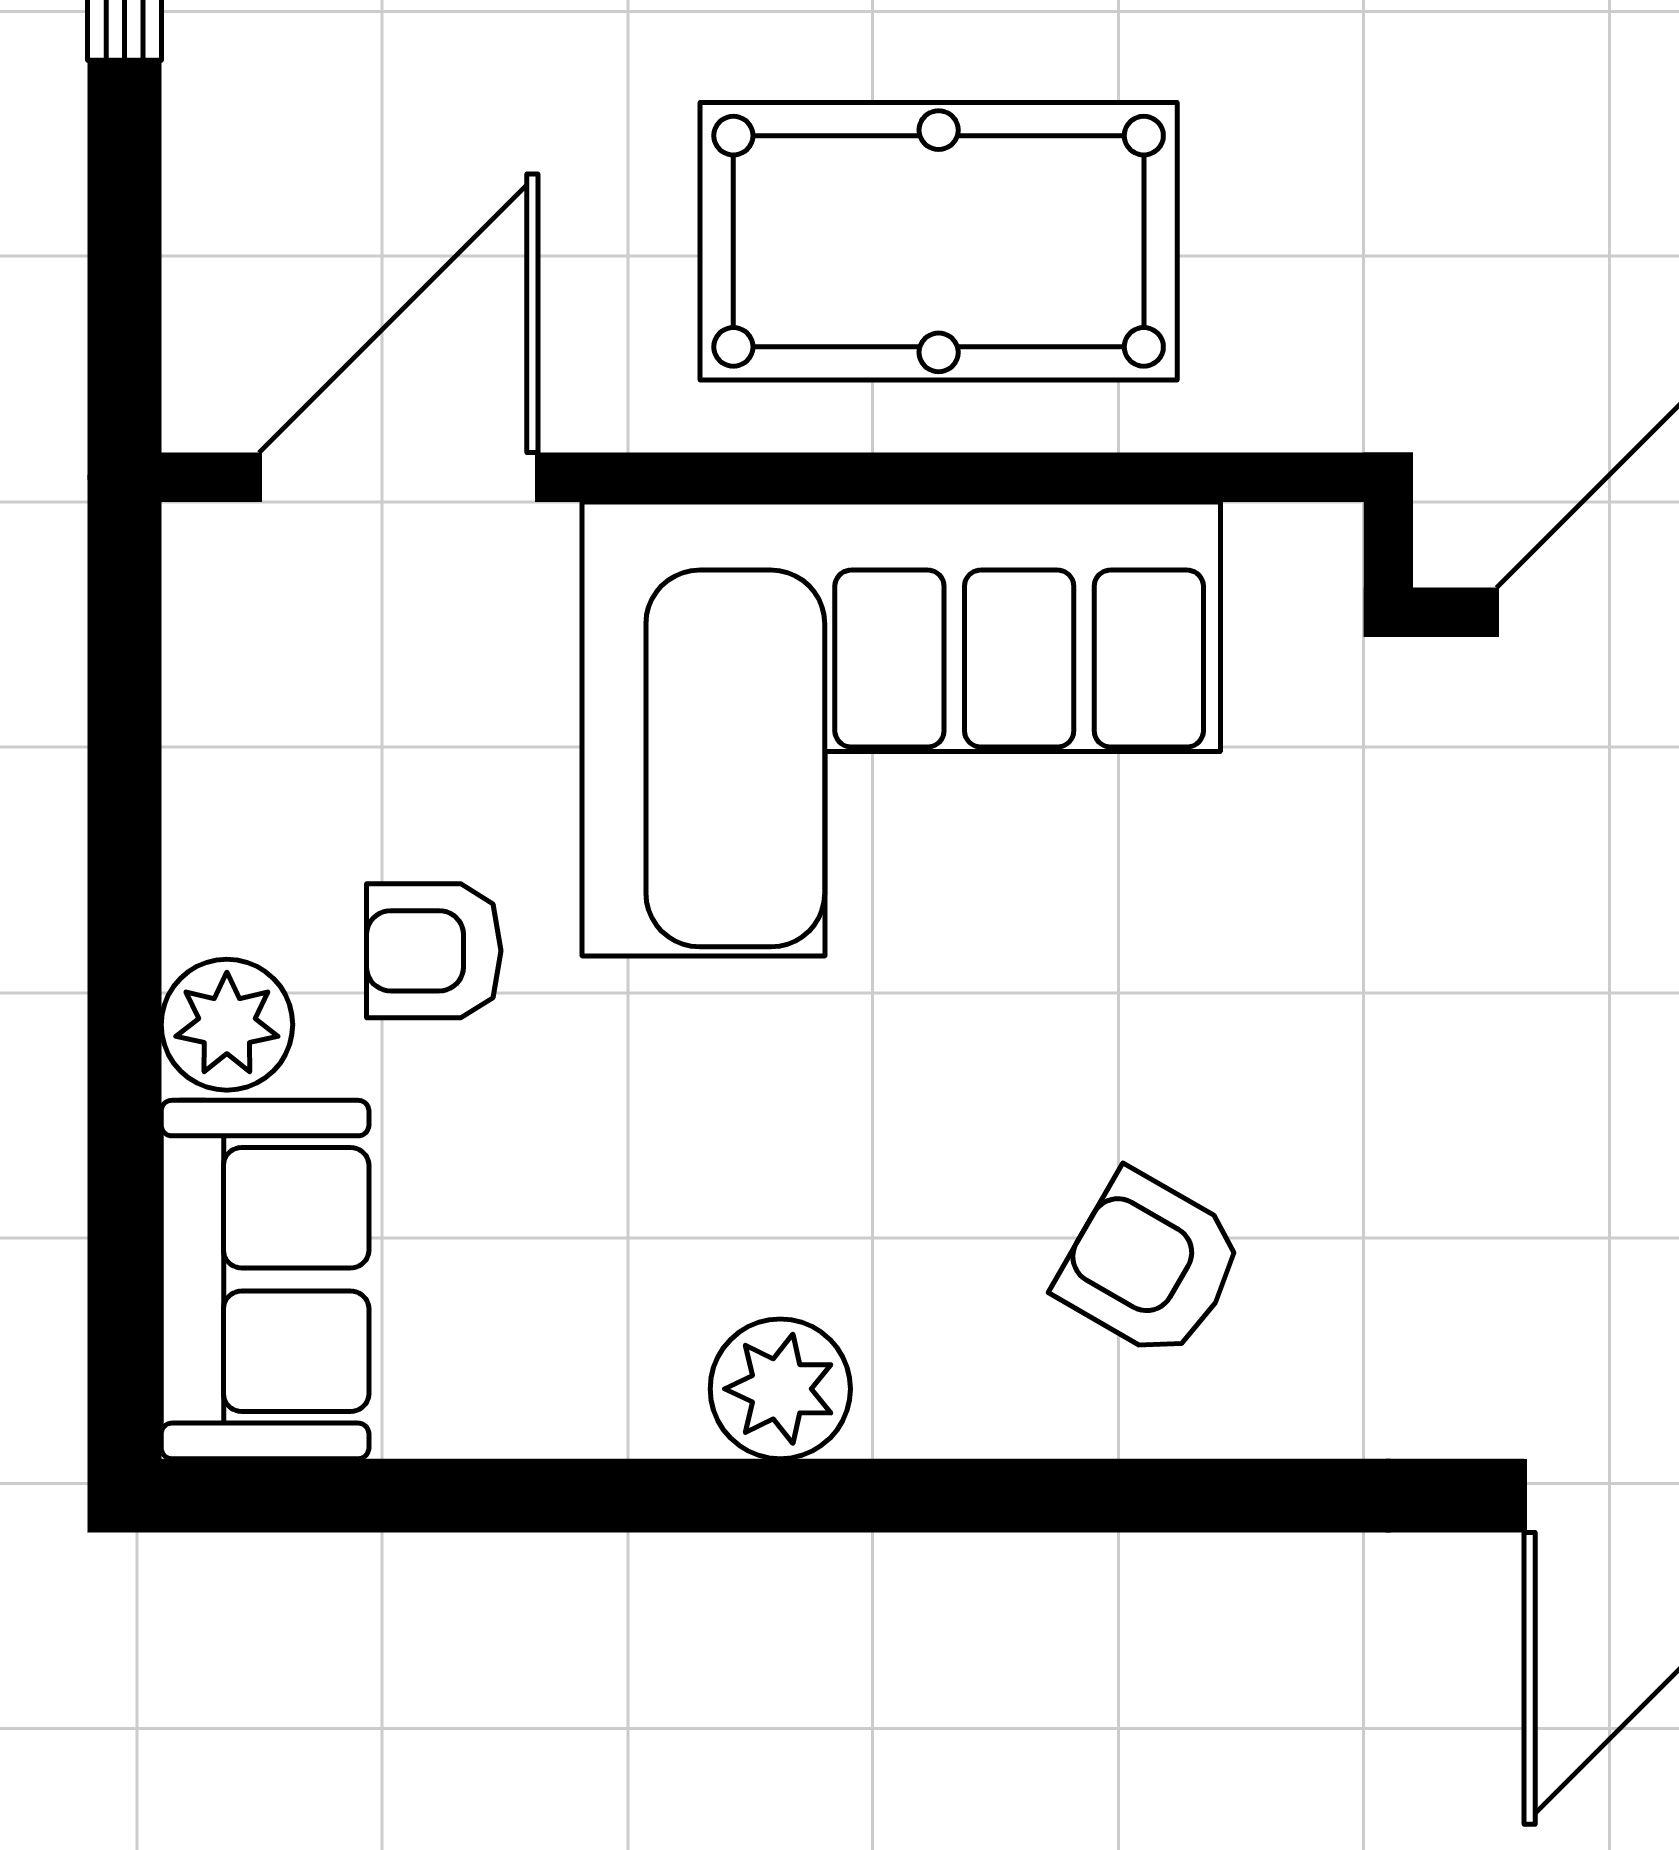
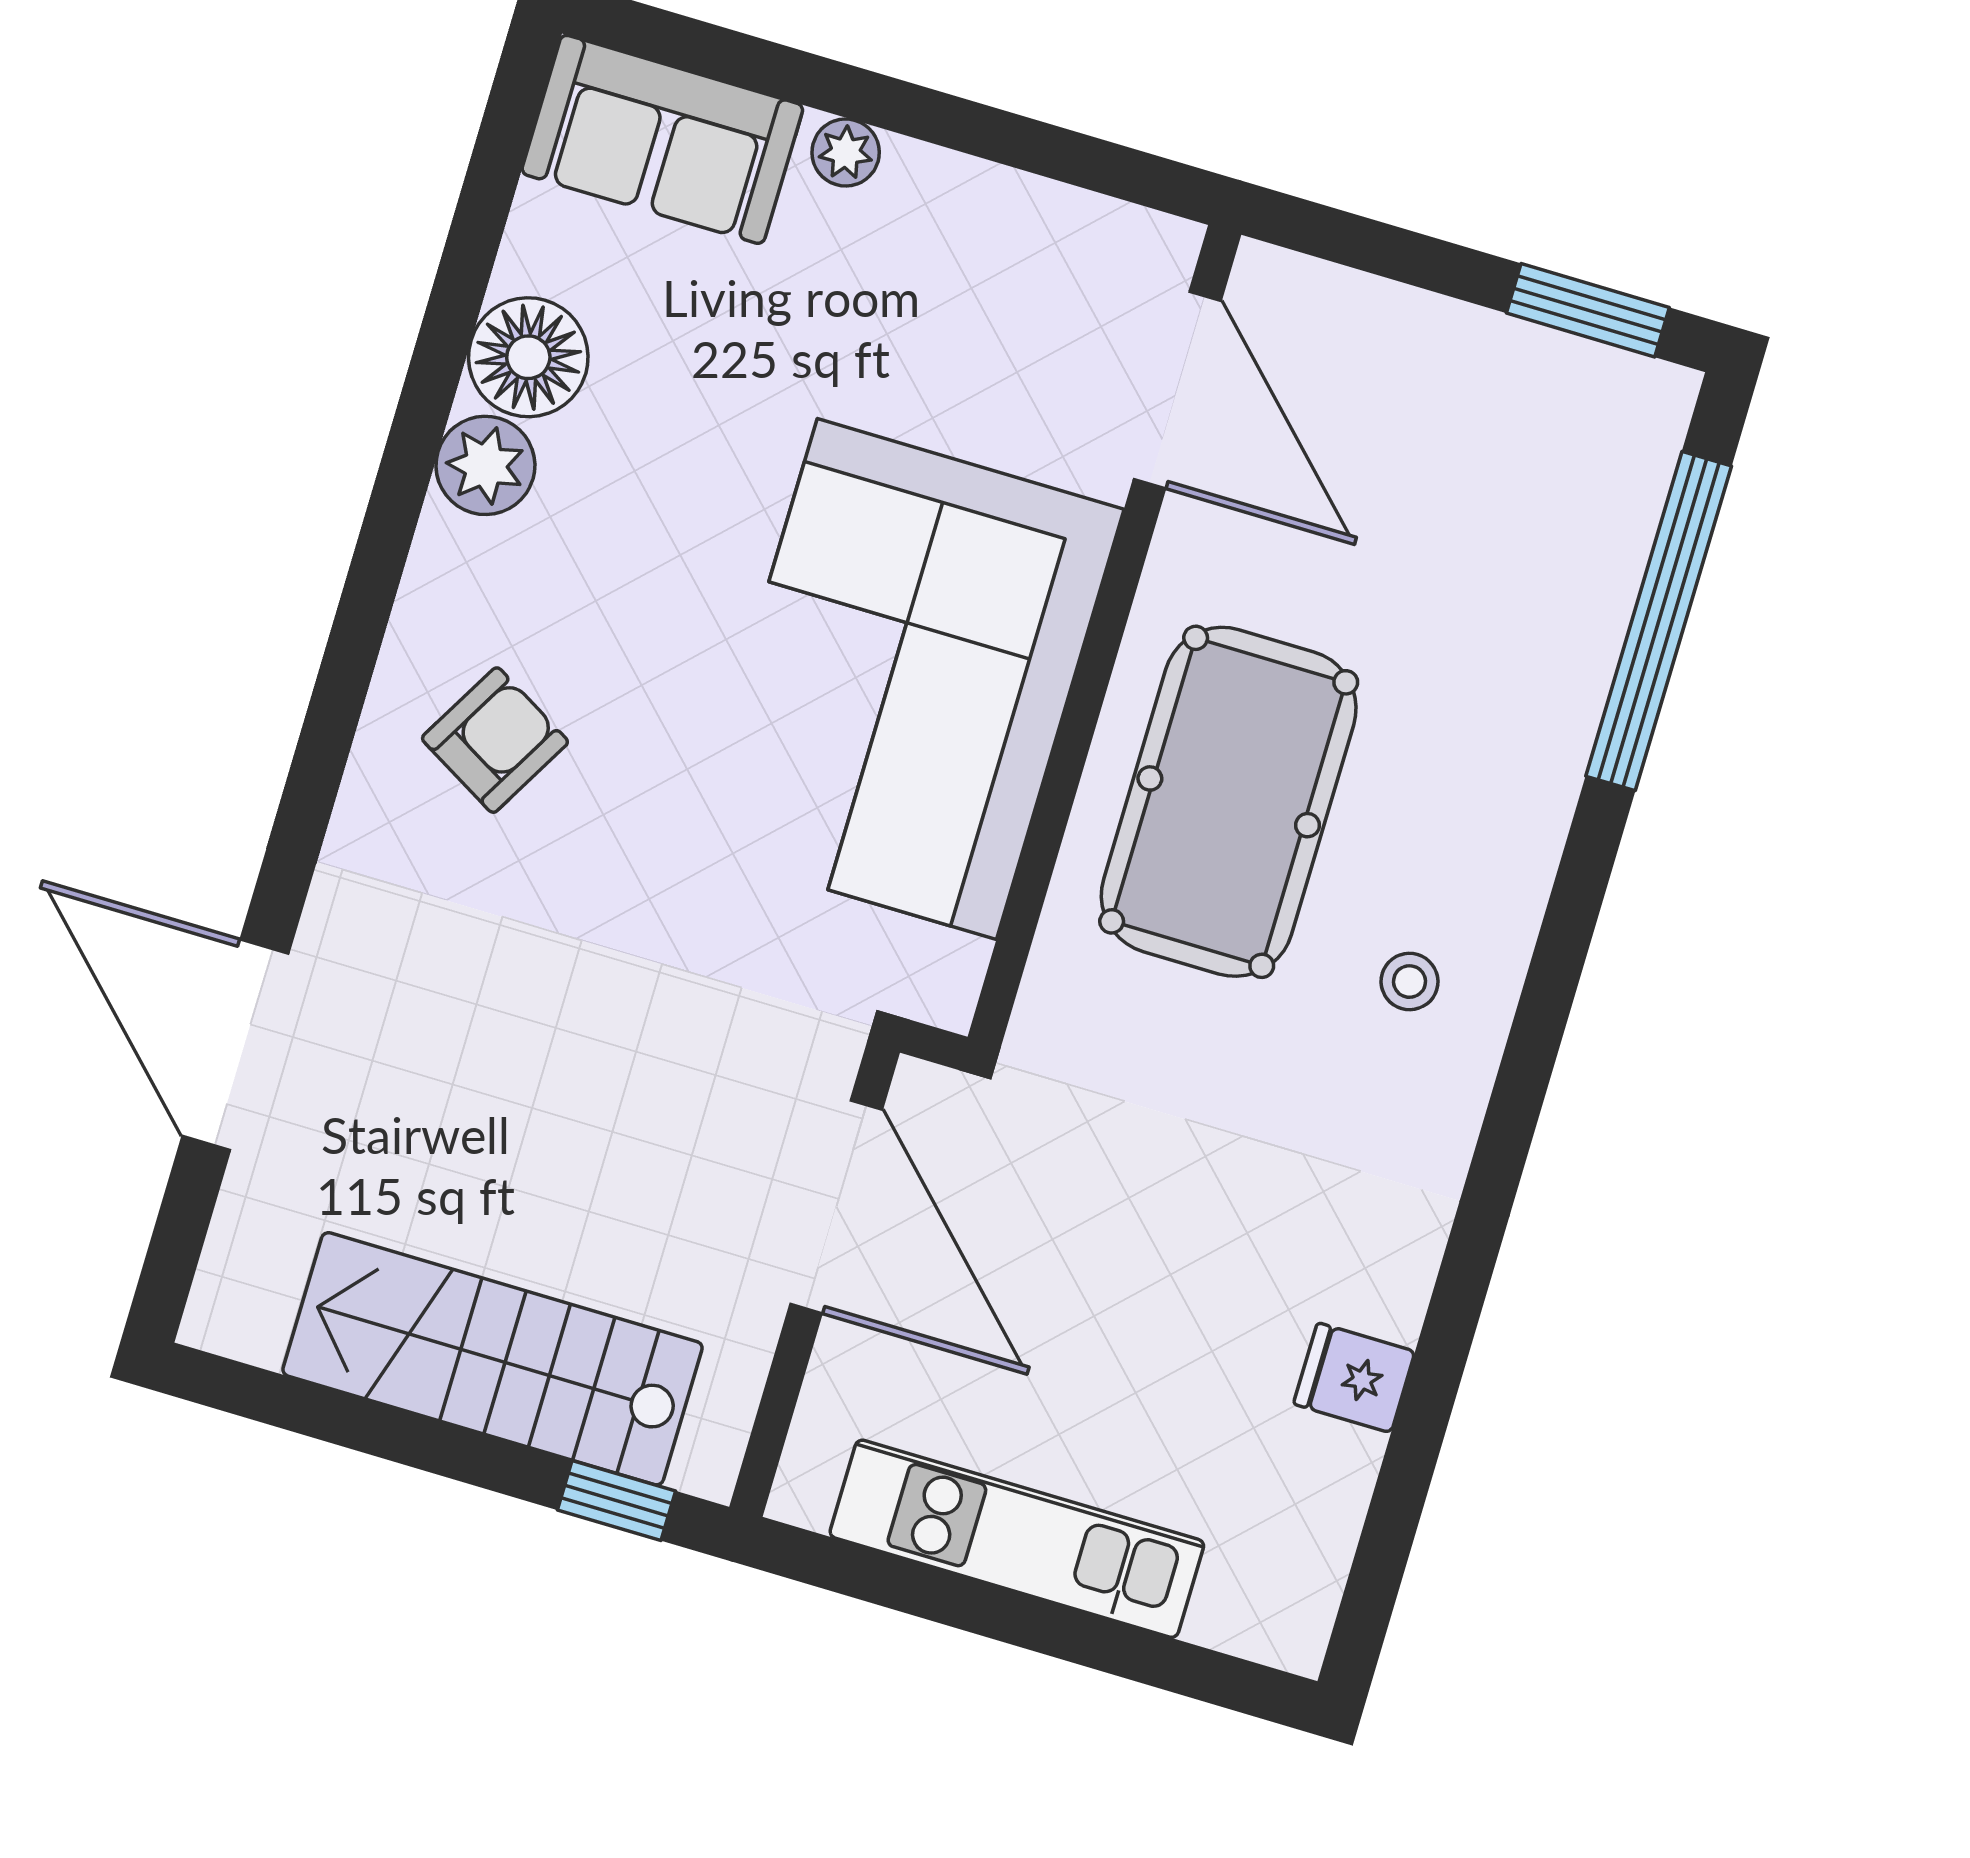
armchair: (434, 951) -> (851, 319), removed
plant: (227, 1025) -> (846, 153), width x0.73, depth x0.73
floor lamp: (616, 1374) -> (528, 357), added

